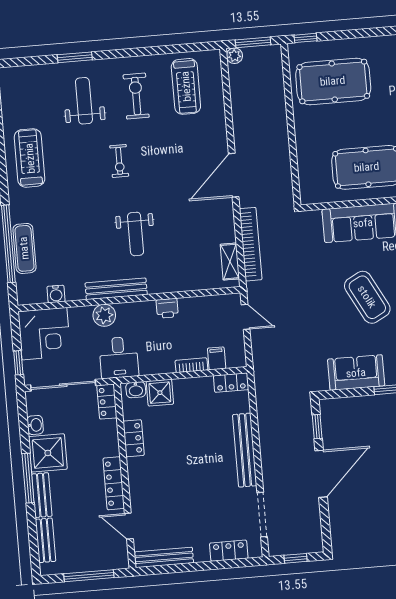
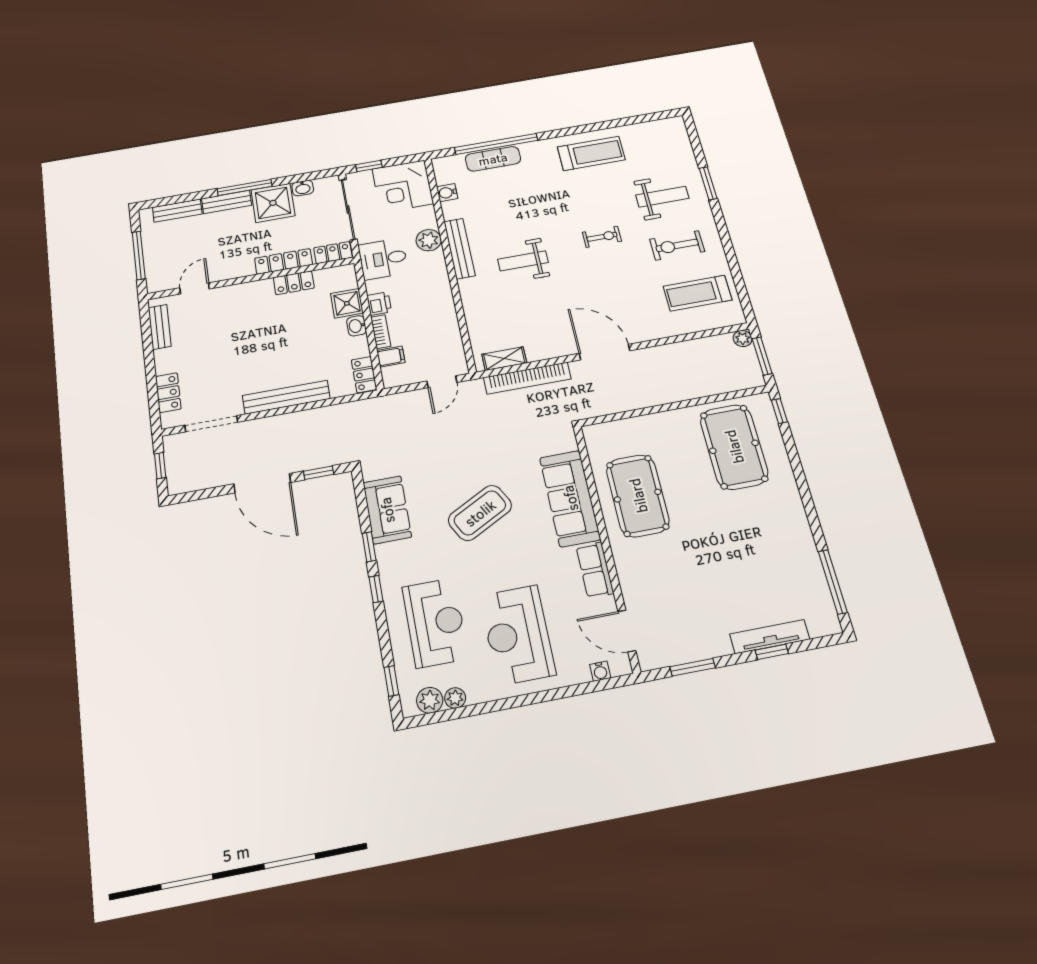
exercise bike: (136, 96) -> (677, 245), turned 180
exercise bike: (119, 161) -> (602, 237), turned 180
printer: (167, 308) -> (379, 304), moved, turned 180
washbasin: (136, 390) -> (357, 326), moved
locker: (114, 483) -> (284, 261), moved
bench: (164, 557) -> (160, 327), width x0.73

